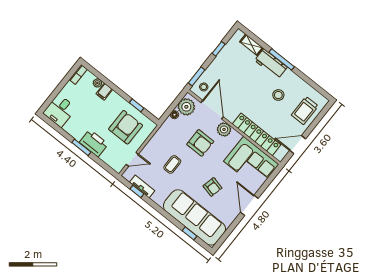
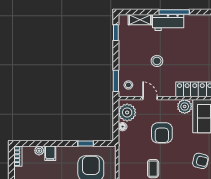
window: (219, 49) -> (116, 33), moved
stool: (278, 95) -> (157, 61), moved
door: (212, 110) -> (150, 98), width x0.53
plant: (224, 129) -> (185, 106), moved
armchair: (200, 143) -> (162, 133), turned 90

